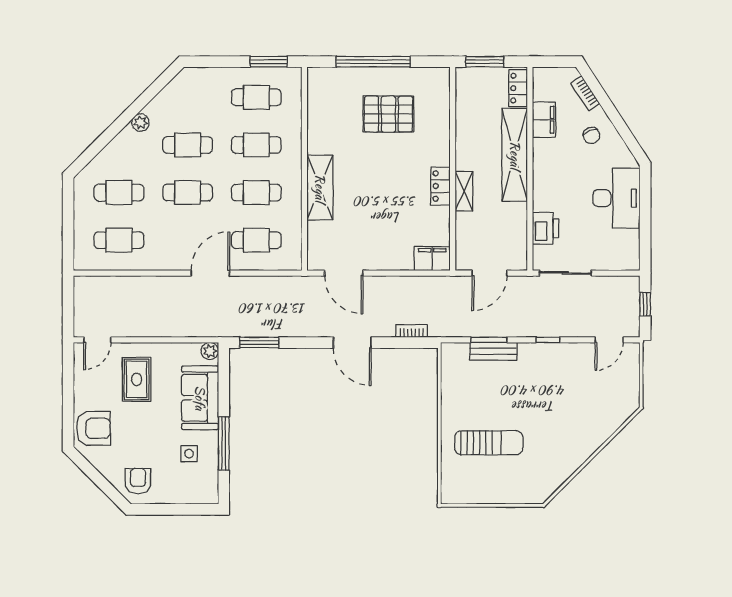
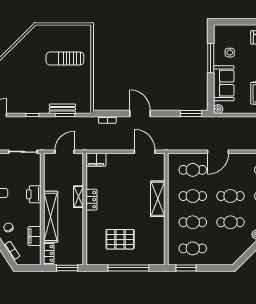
printer: (545, 228) -> (34, 194), moved

